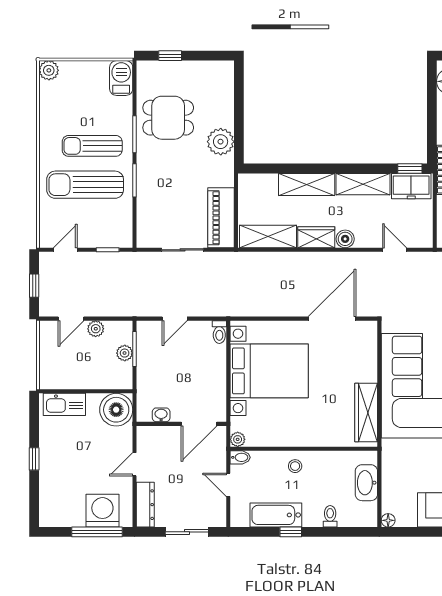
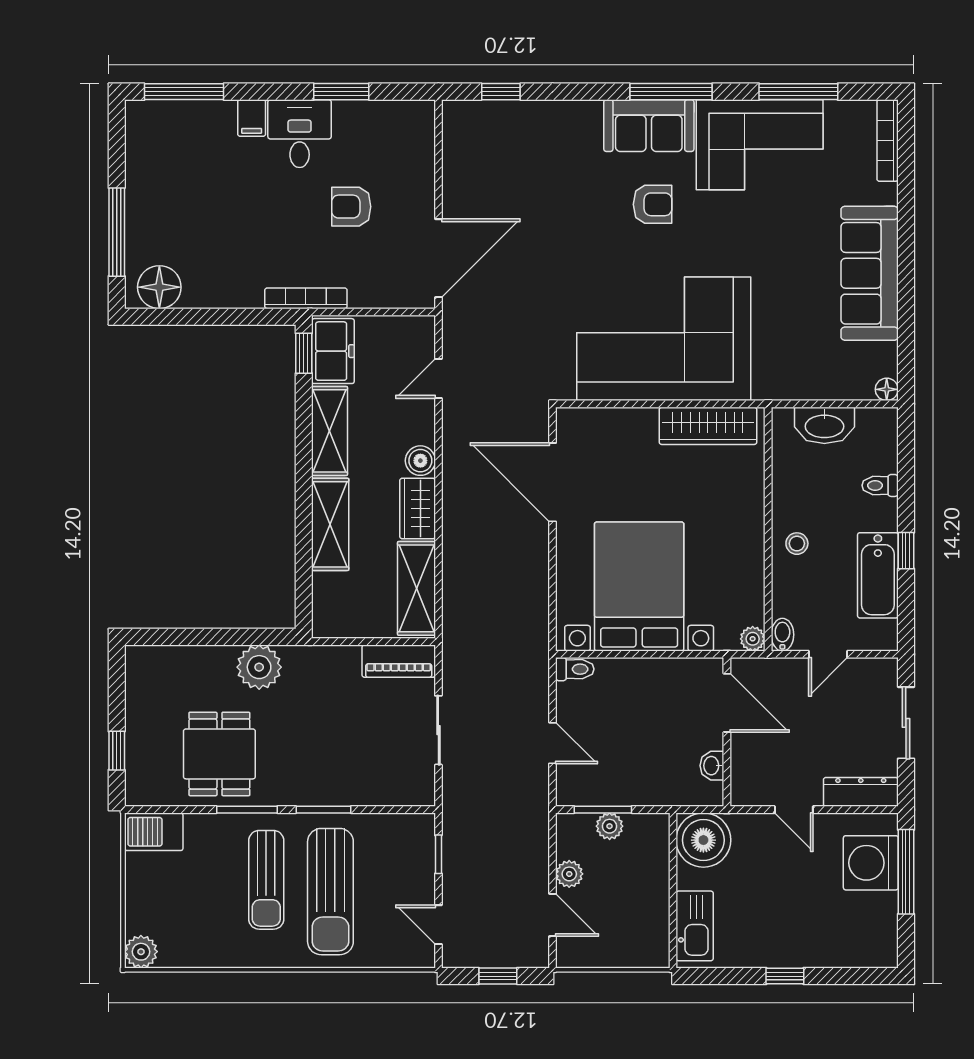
piano: (221, 218) -> (399, 661), width x0.73, depth x0.75

